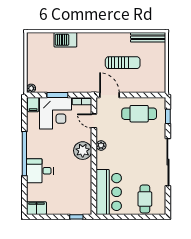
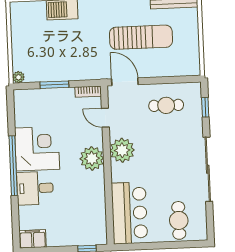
sun lounger: (123, 63) -> (141, 37), width x1.36, depth x1.34
filing cabinet: (33, 105) -> (22, 99), removed
corner desk: (55, 113) -> (37, 149), moved, turned -90
cafe table: (139, 114) -> (166, 105), width x0.73, depth x0.74
plant: (101, 145) -> (122, 150), width x1.88, depth x1.88

